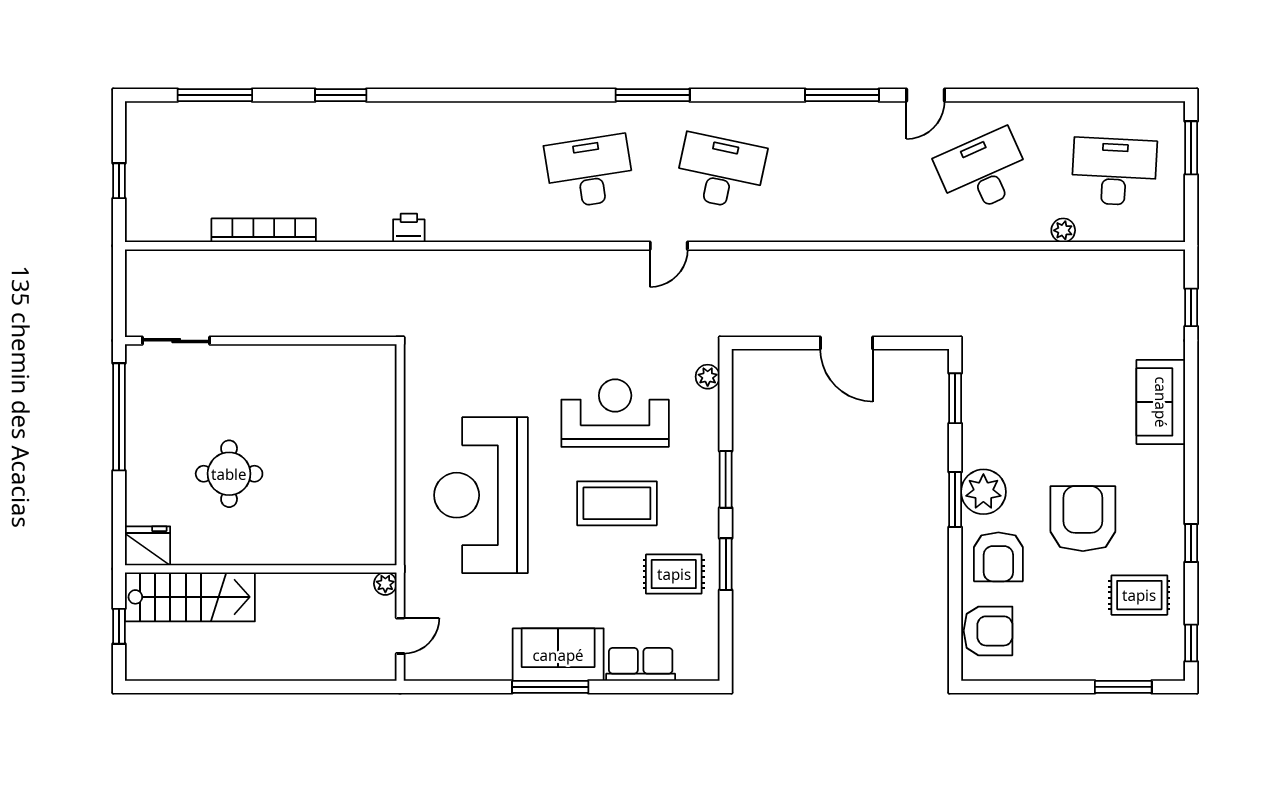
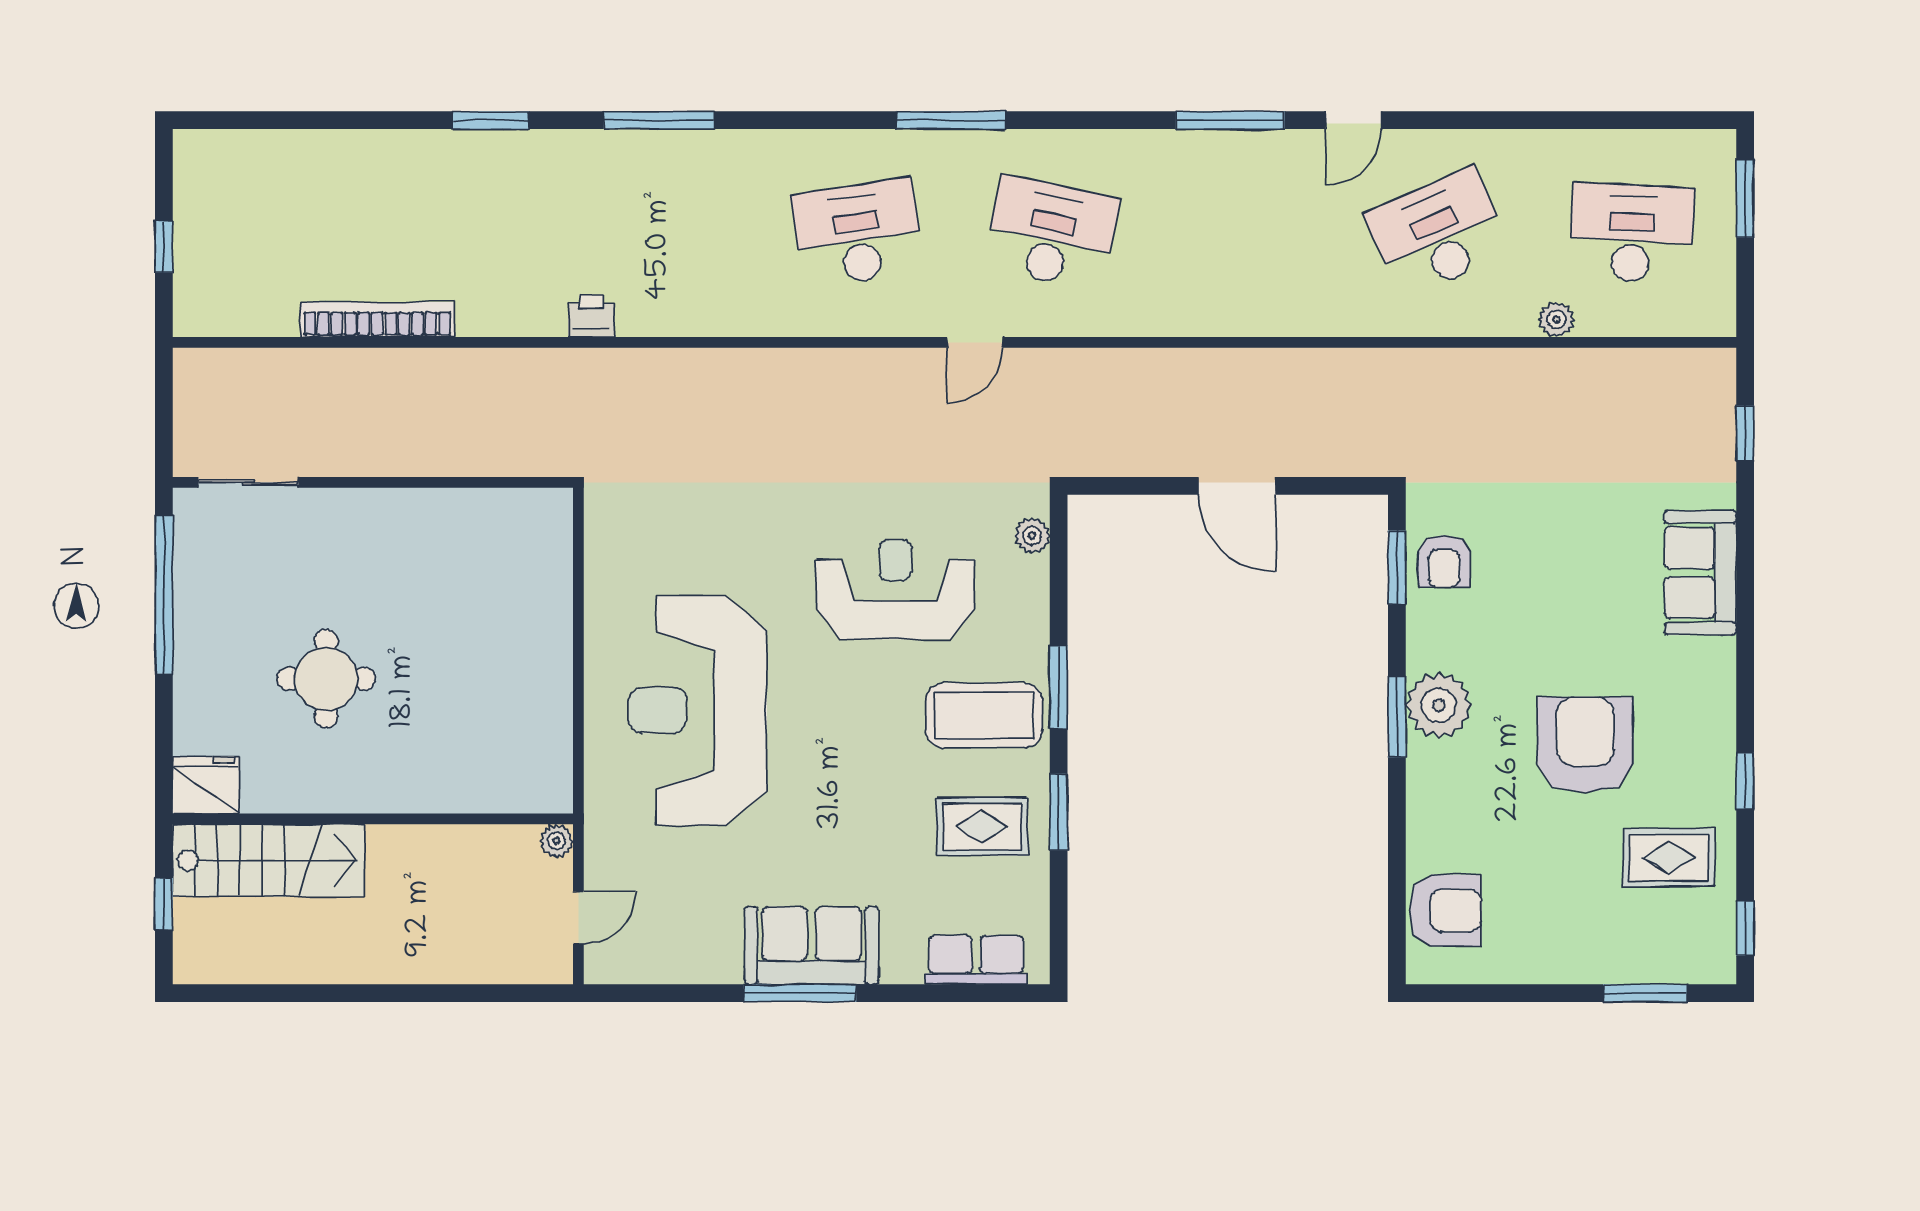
window: (215, 95) -> (659, 120), moved
coffee table: (617, 503) -> (984, 715), moved
armchair: (998, 557) -> (1444, 561), moved, width x0.72, depth x0.72
row of seats: (641, 664) -> (976, 960), moved

